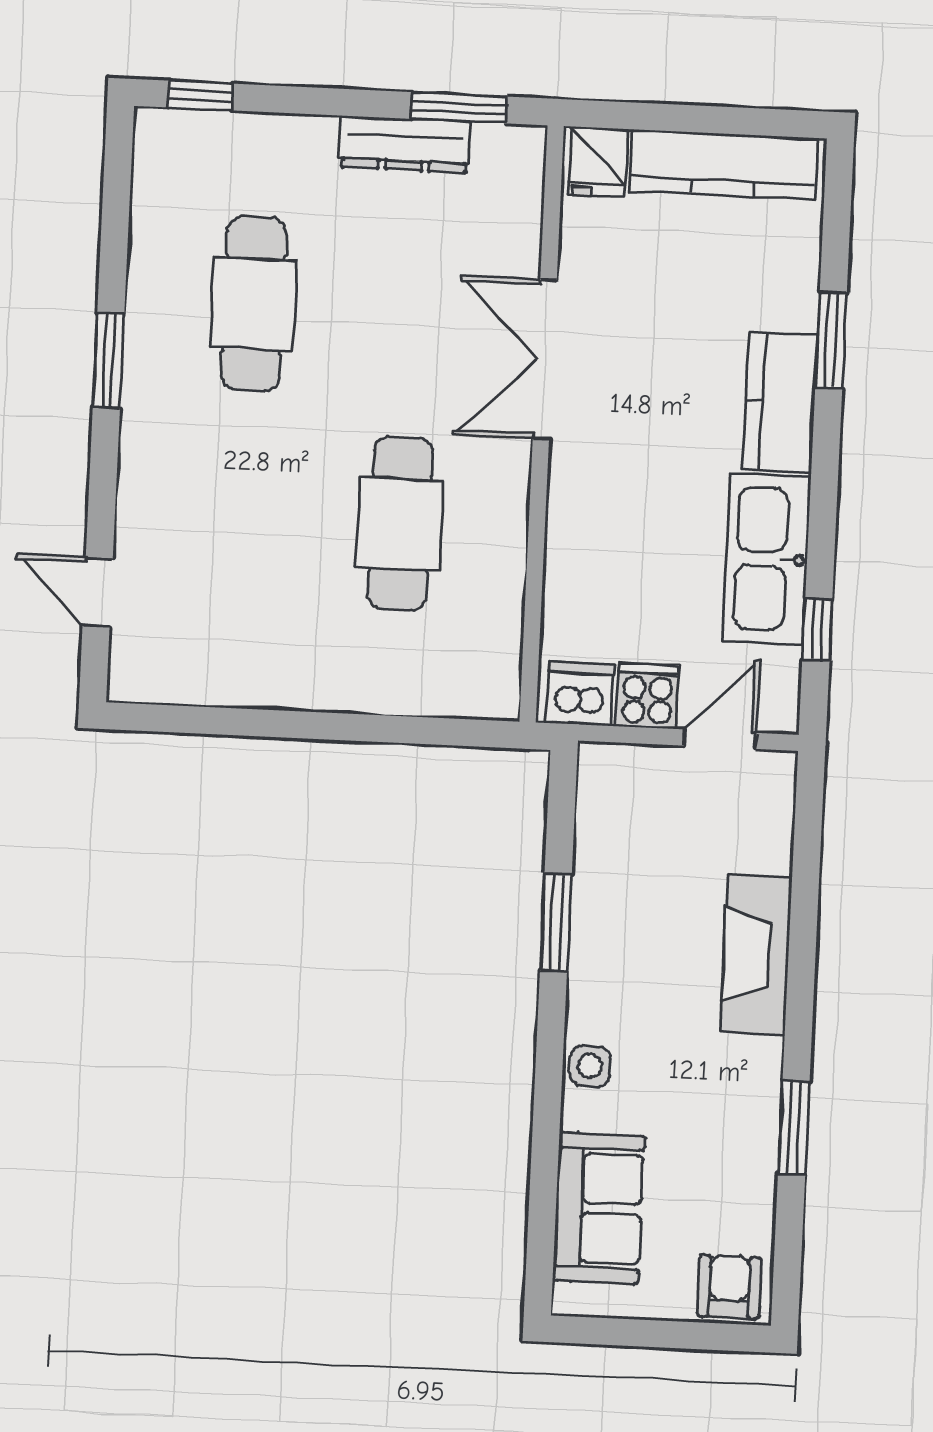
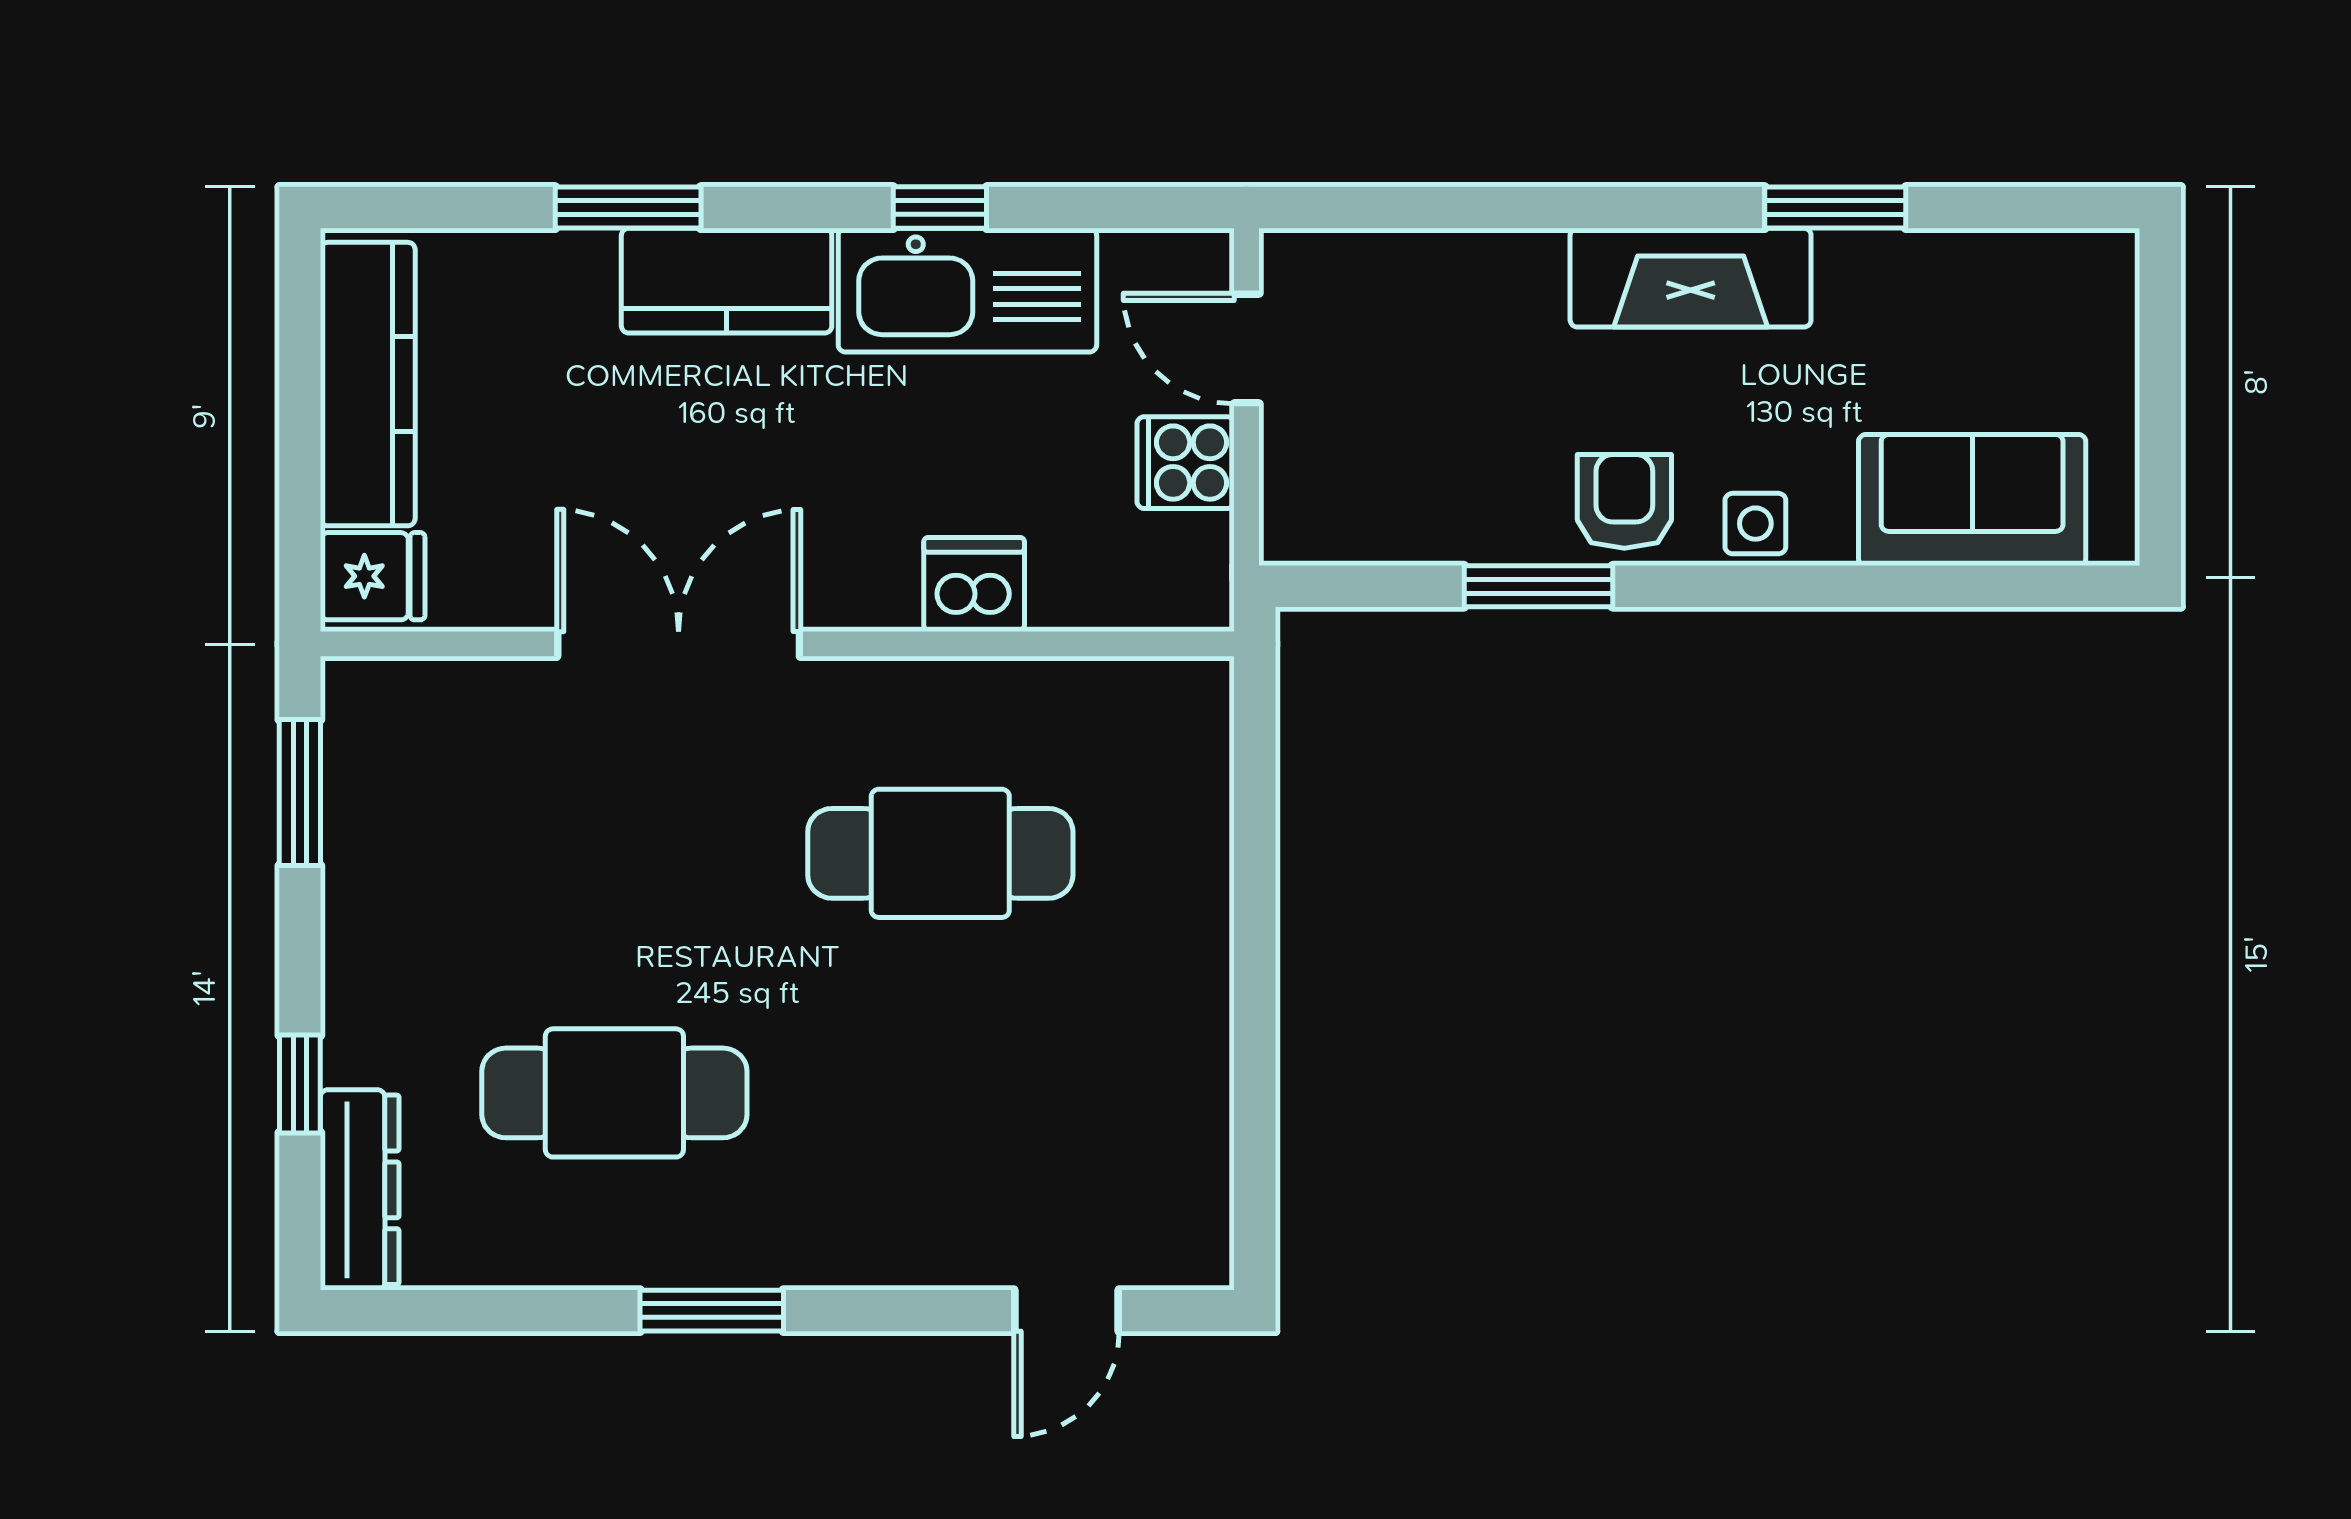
window: (200, 96) -> (300, 1084), moved
dresser: (405, 144) -> (360, 1190), moved
double door: (545, 359) -> (679, 644), swing flipped
window: (817, 629) -> (940, 208), moved
dishwasher: (580, 694) -> (974, 584), moved, turned 90
fireplace: (756, 955) -> (1691, 278), moved
armchair: (729, 1287) -> (1624, 501), moved, turned 90

